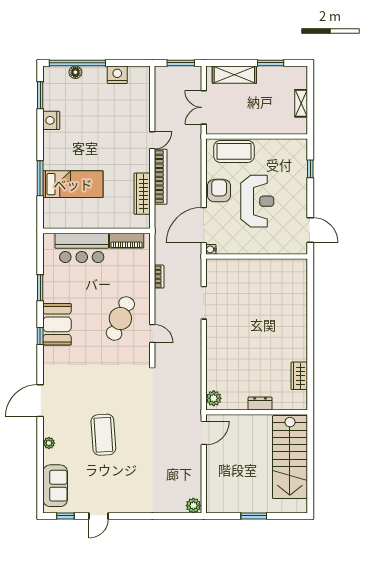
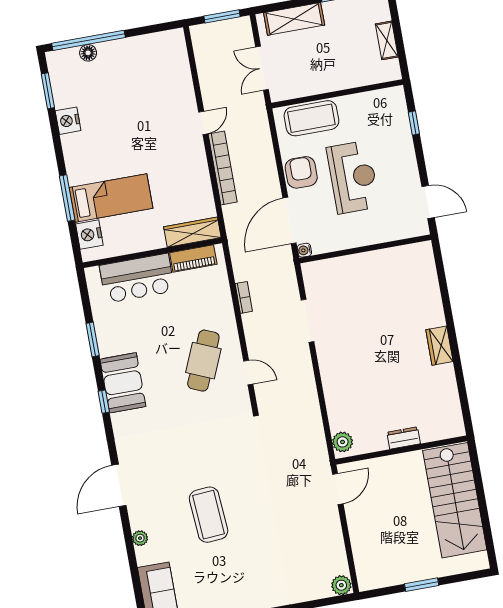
nightstand: (117, 75) -> (89, 235), moved, turned -90
wardrobe: (142, 194) -> (192, 232), moved, turned 90
wardrobe: (299, 376) -> (439, 346), moved

